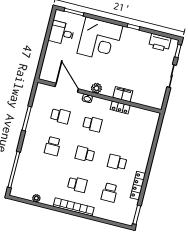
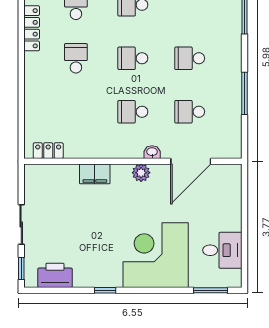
door: (67, 88) -> (191, 161), hinge flipped
locker: (120, 107) -> (48, 151), moved
school desk: (53, 146) -> (190, 58), turned -90
school desk: (85, 154) -> (133, 58), turned 180
school desk: (117, 162) -> (76, 58), turned -90

